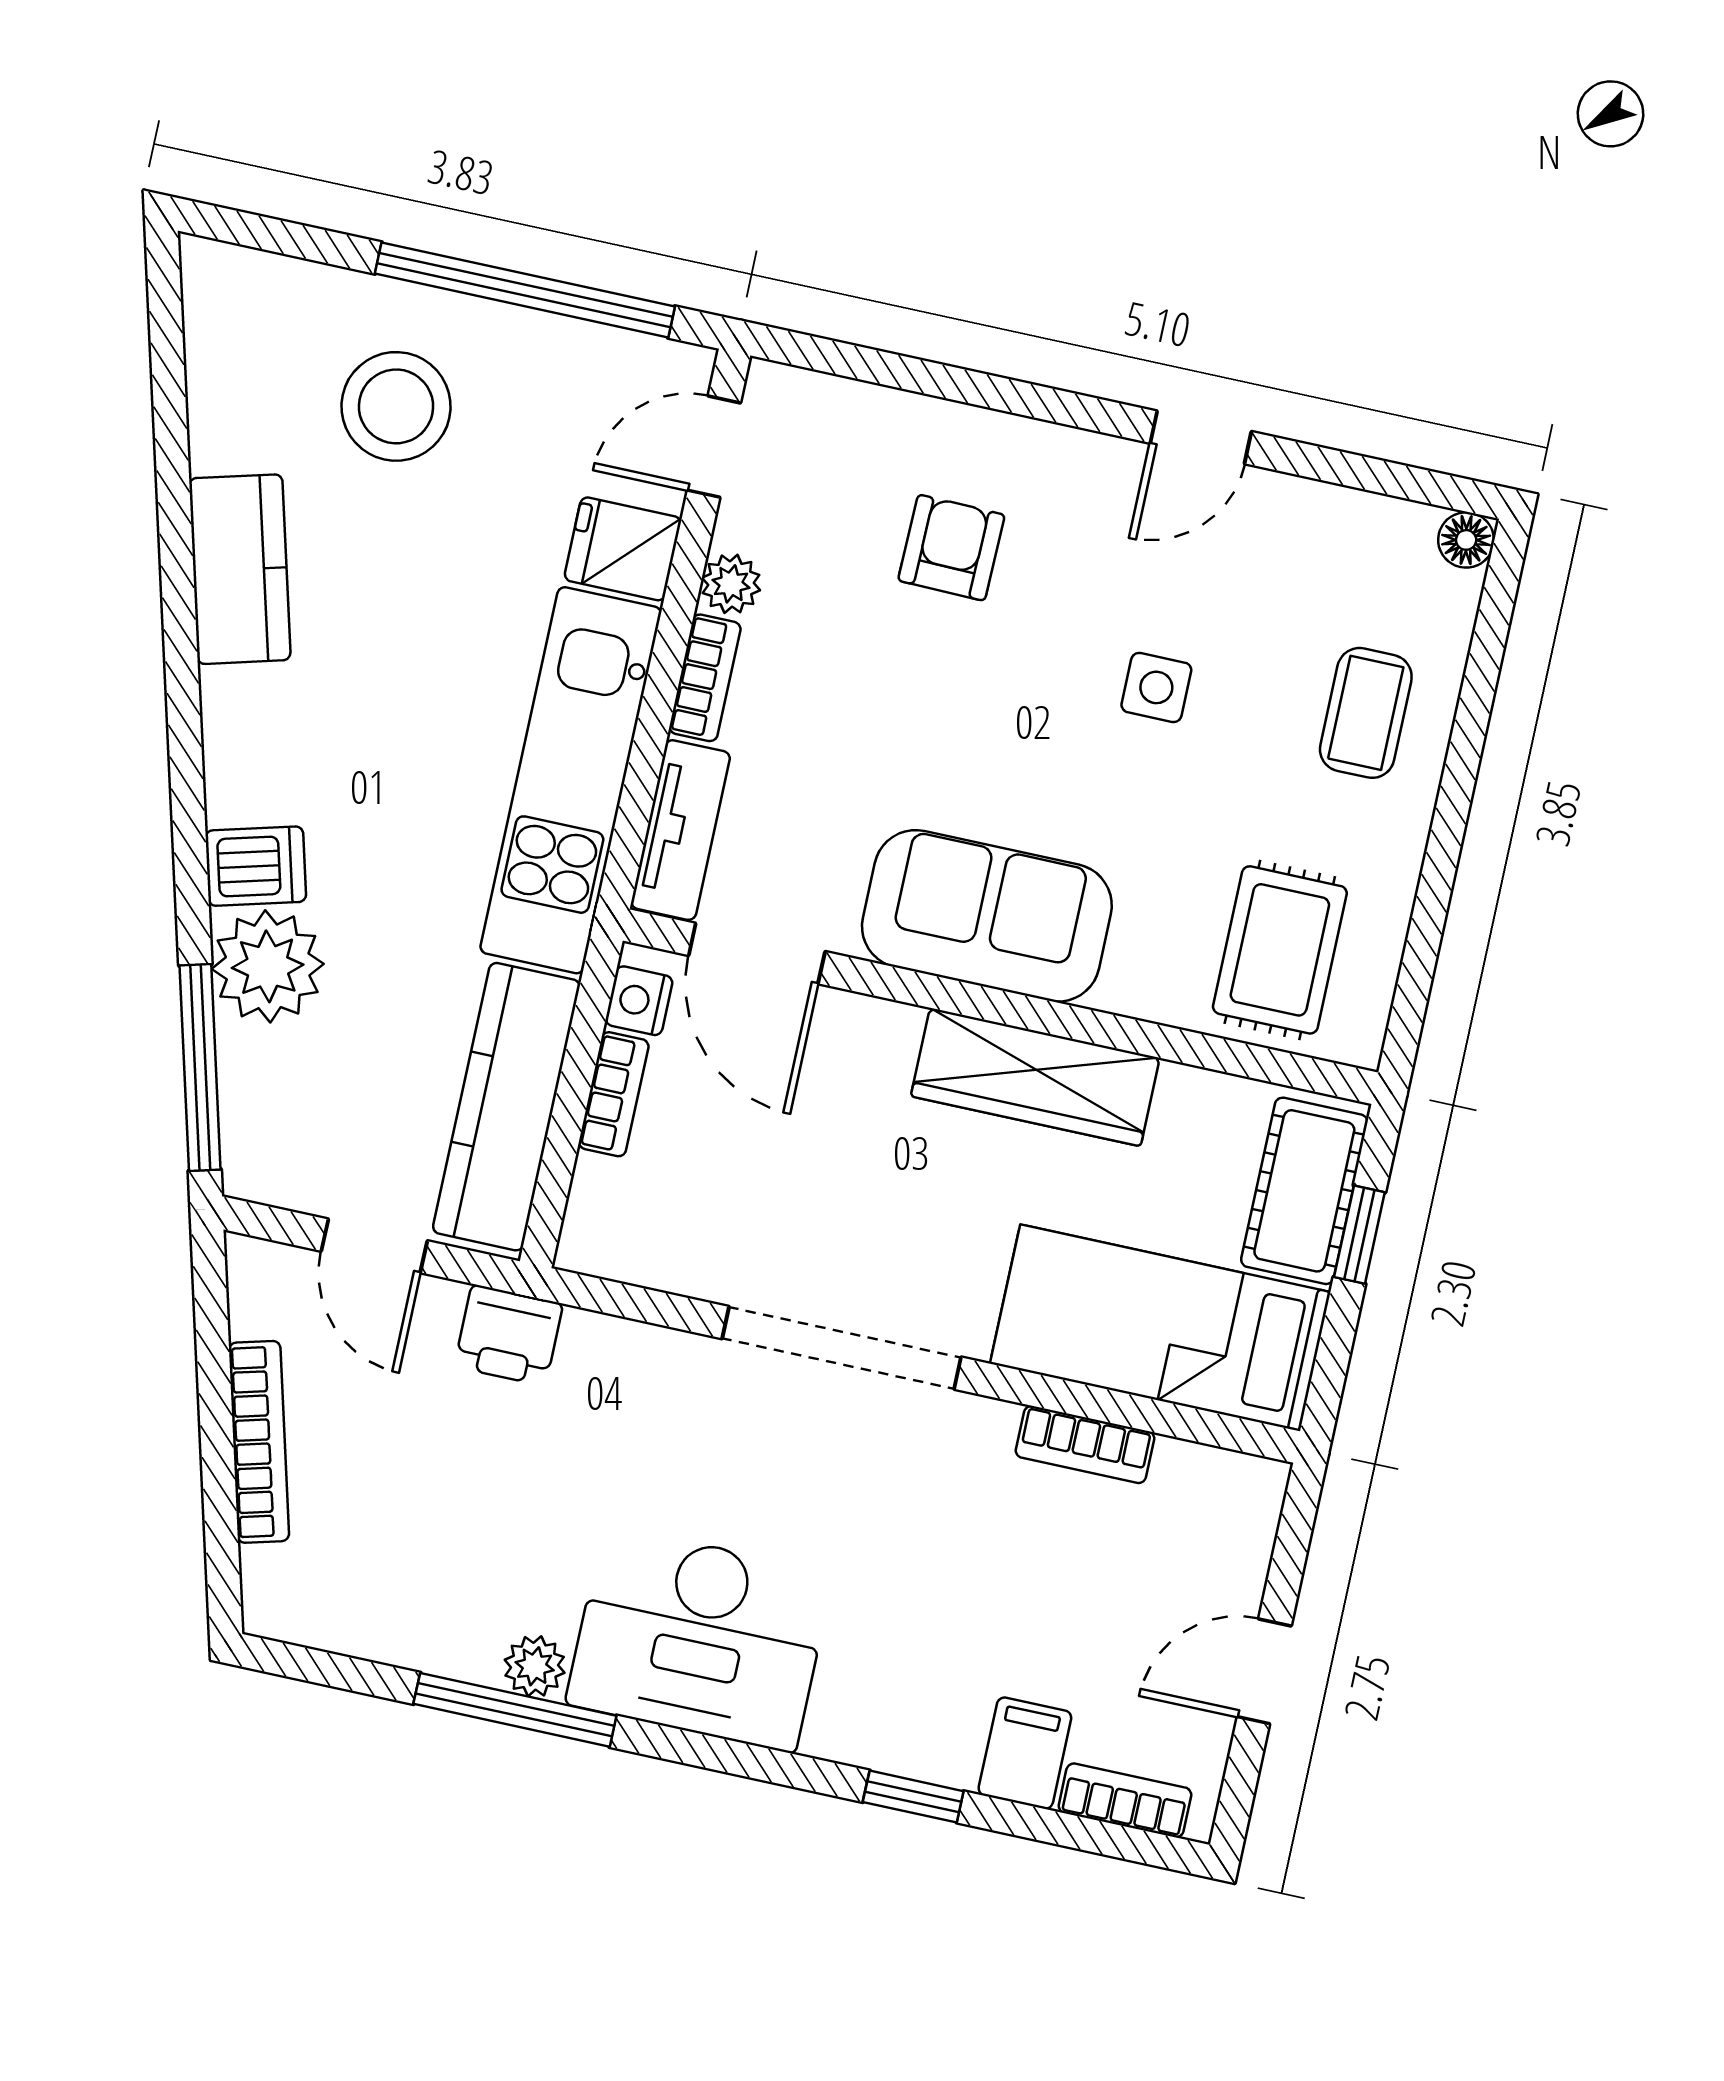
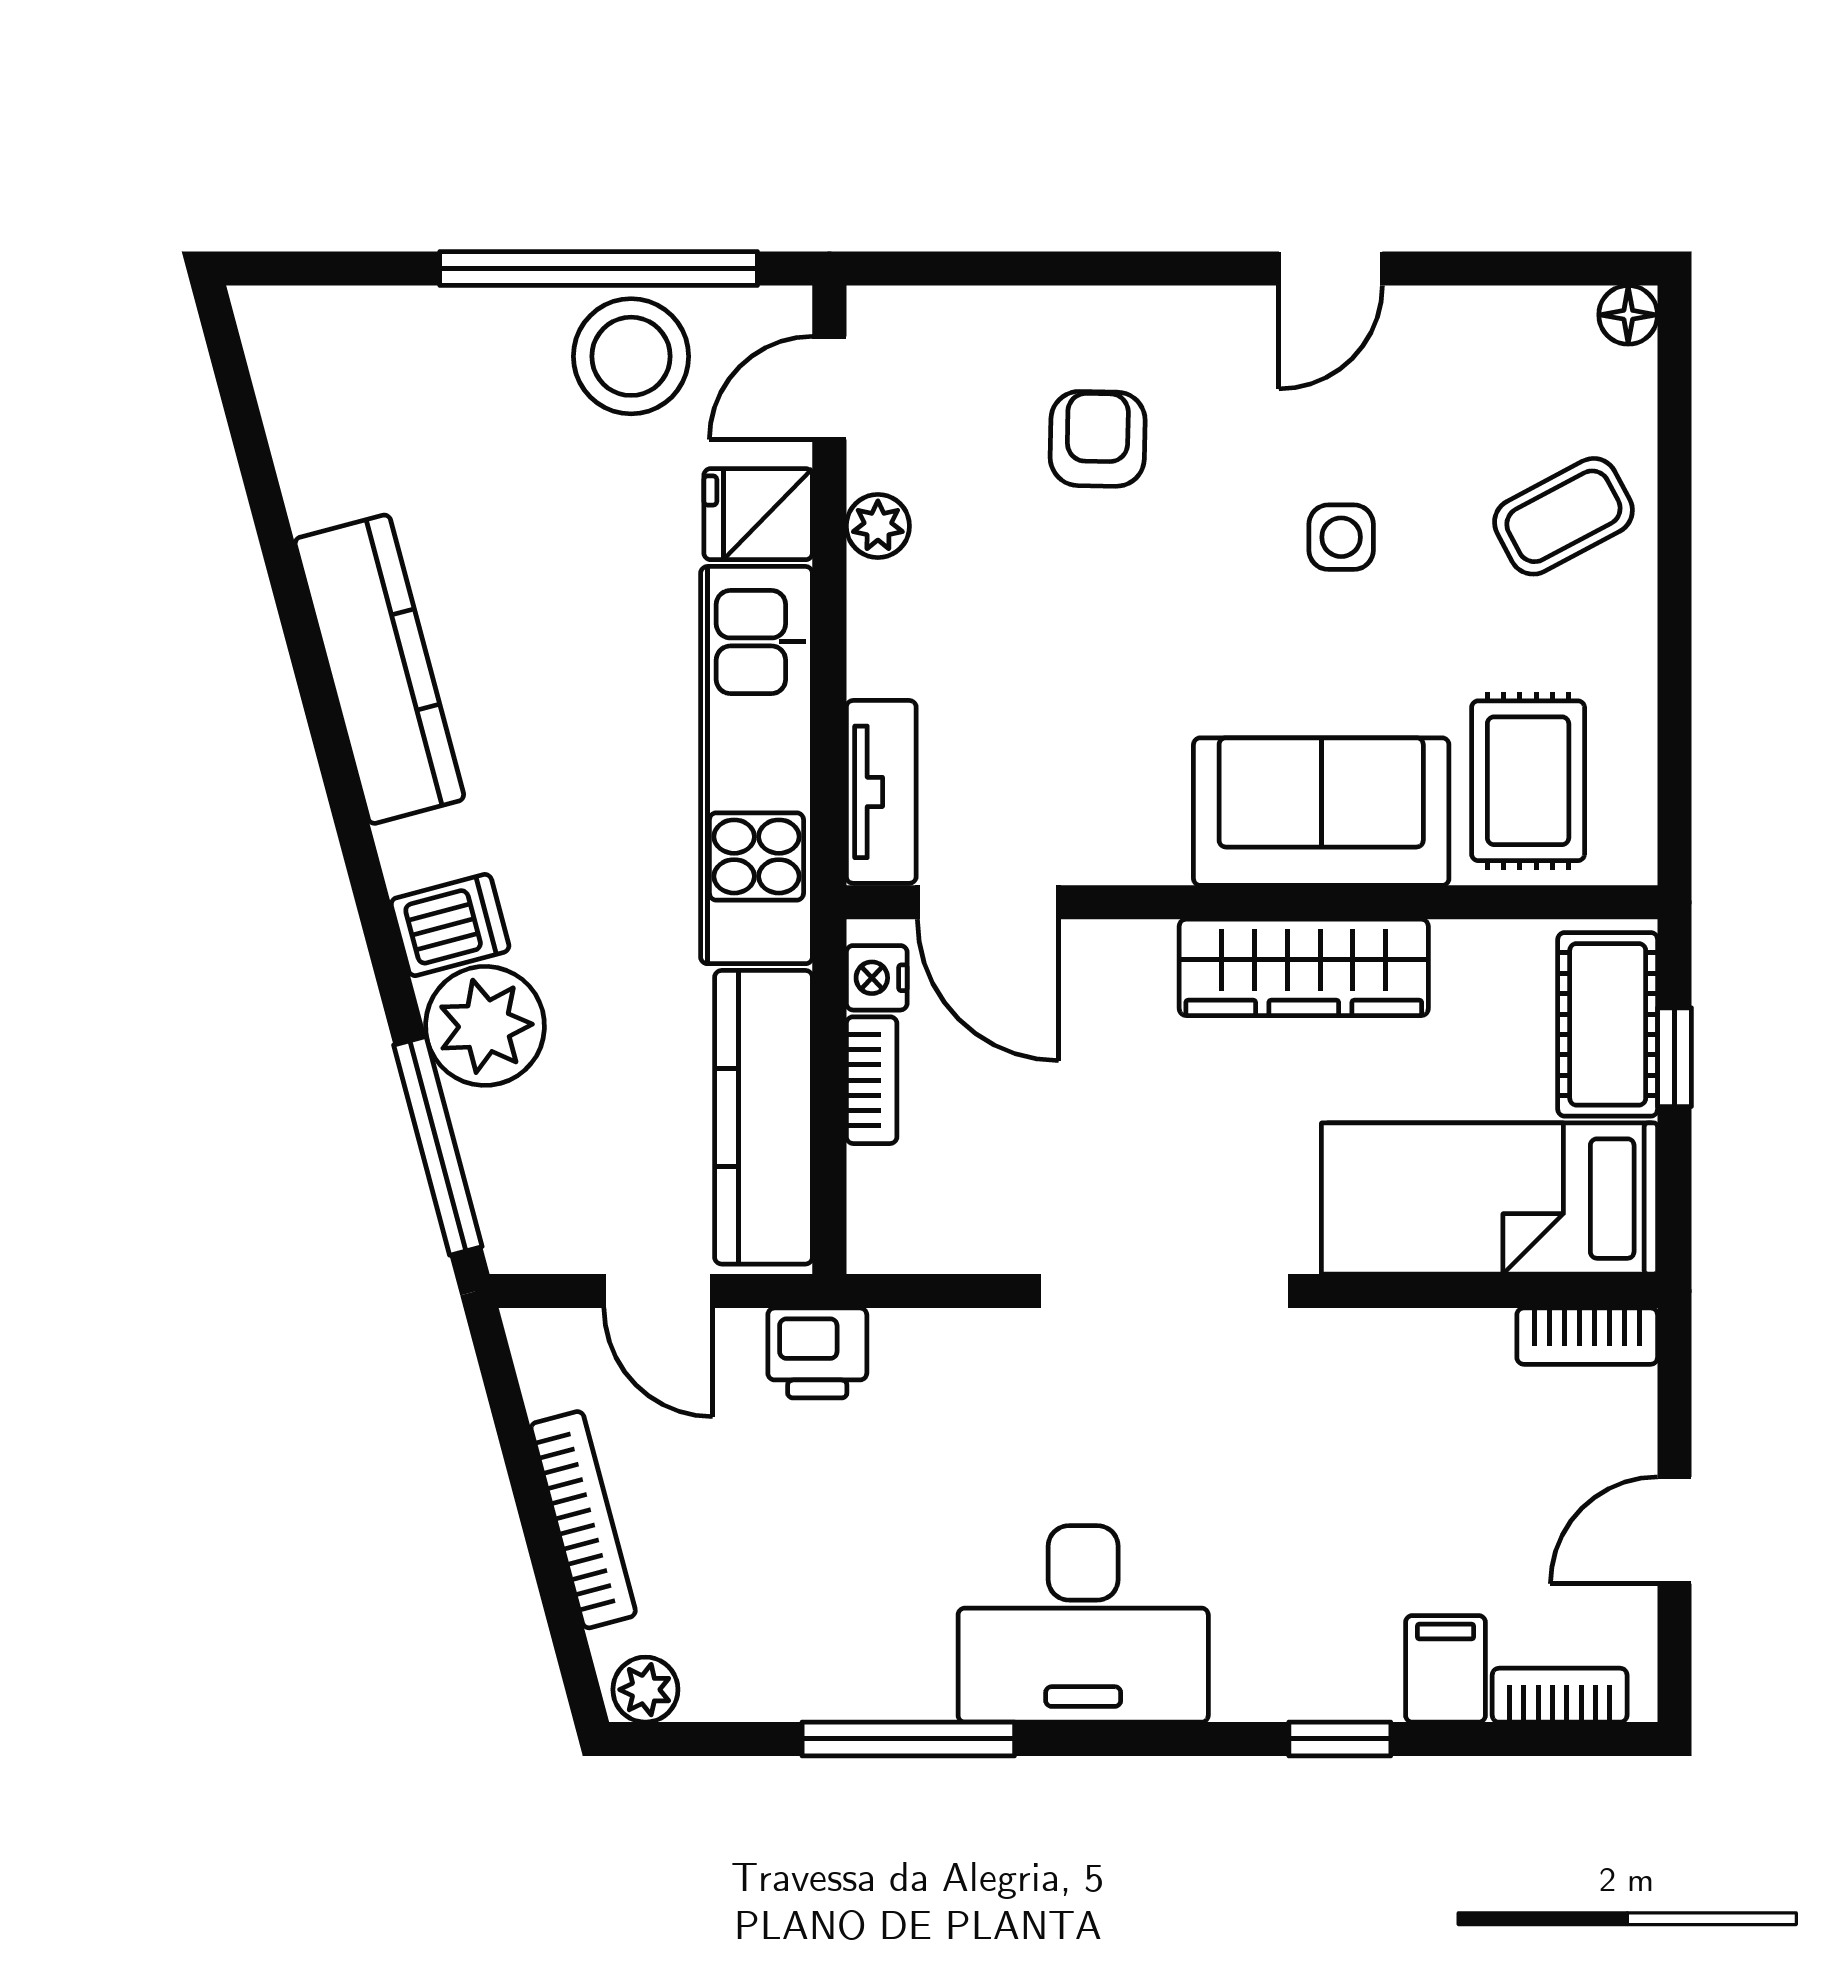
stool: (396, 406) -> (631, 356), moved
kitchen counter: (240, 569) -> (379, 669), width x1.50
bookcase: (705, 678) -> (872, 629), removed
coffee table: (1366, 713) -> (1563, 516), turned 62
sofa: (987, 916) -> (1321, 812), moved
bookcase: (1085, 1444) -> (1587, 1336), moved
plant: (535, 1666) -> (645, 1690), moved

